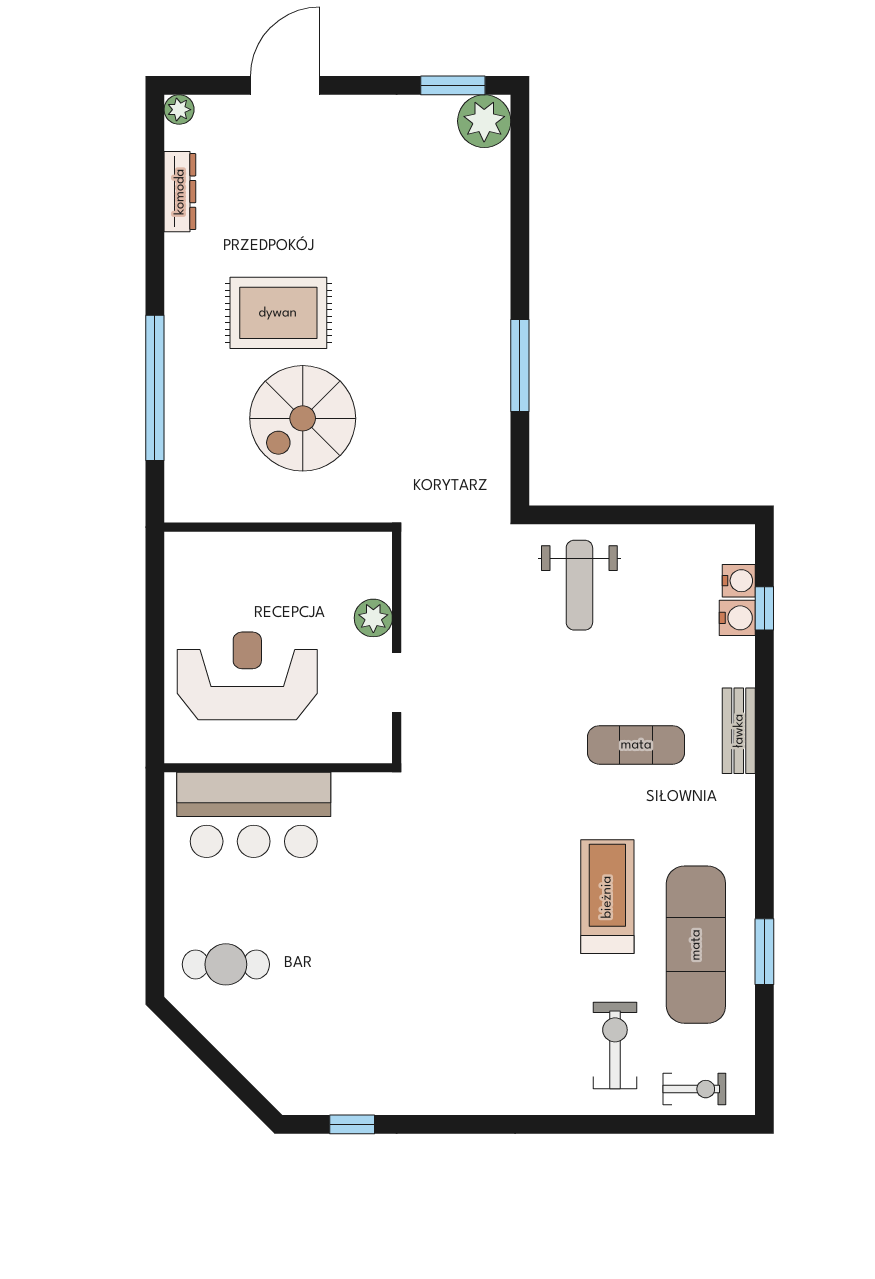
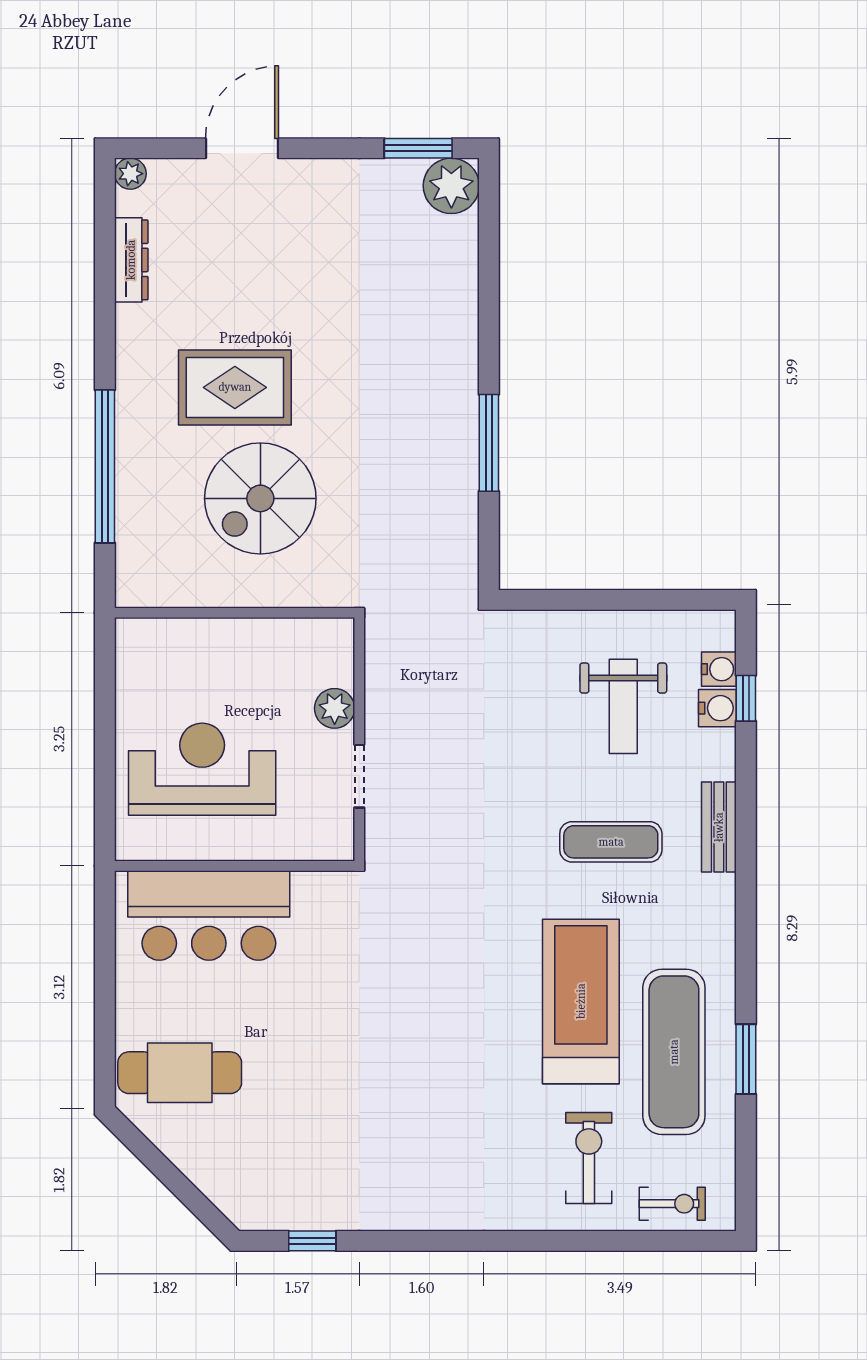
weight bench: (579, 585) -> (623, 706), moved
treadmill: (607, 897) -> (581, 1001), width x1.37, depth x1.38
cafe table: (226, 964) -> (180, 1073), width x1.37, depth x1.35

